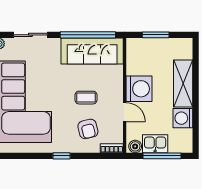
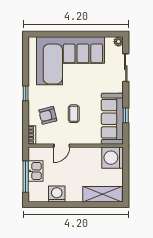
window: (88, 35) -> (126, 115), width x0.32
window: (156, 35) -> (126, 171), removed
shelving: (183, 84) -> (103, 194), moved
washing machine: (139, 89) -> (113, 158), moved, turned 90
boiler: (135, 146) -> (33, 154), removed

